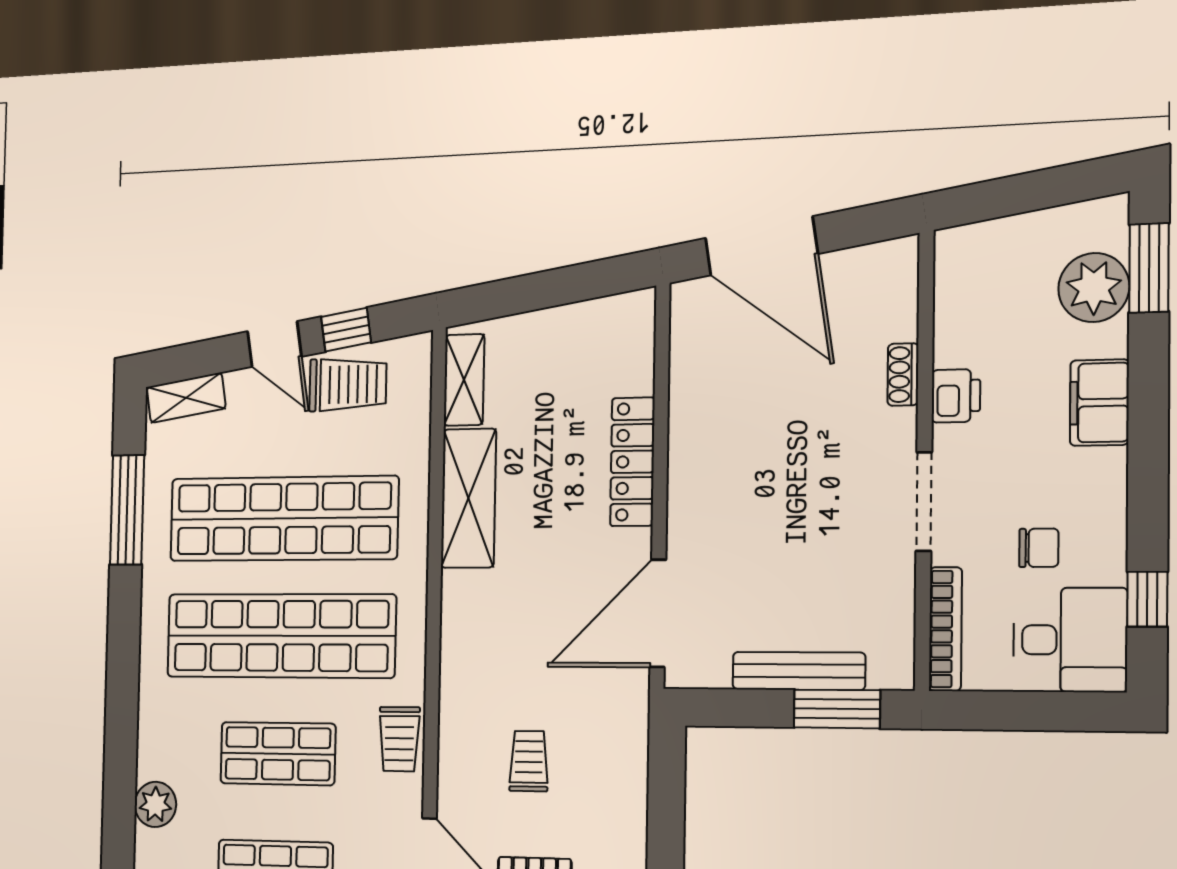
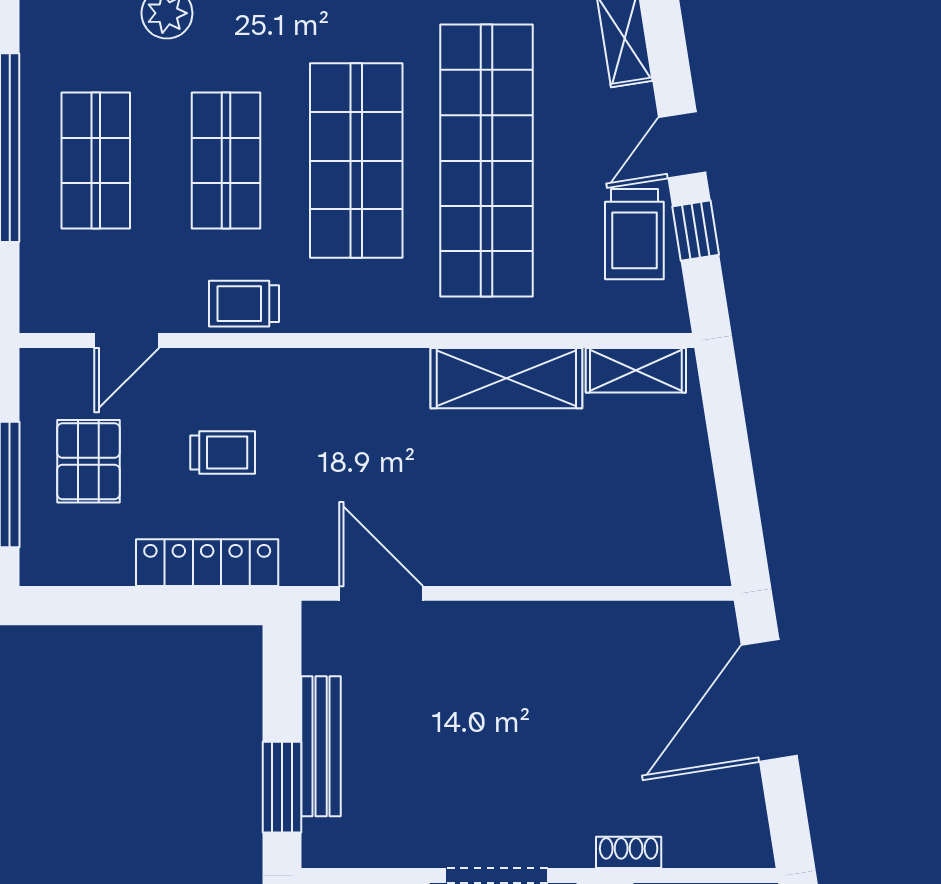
locker: (632, 462) -> (207, 563), moved
door: (658, 613) -> (381, 593), width x0.73
shop shelf: (281, 636) -> (356, 161), width x0.71

